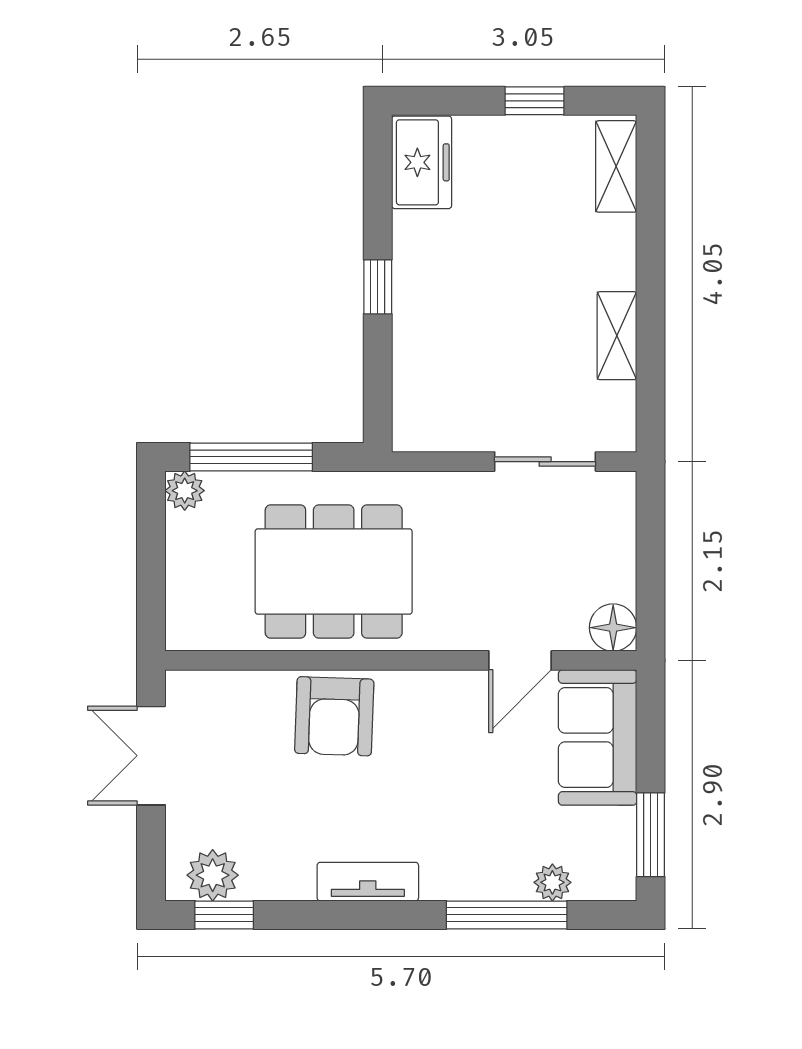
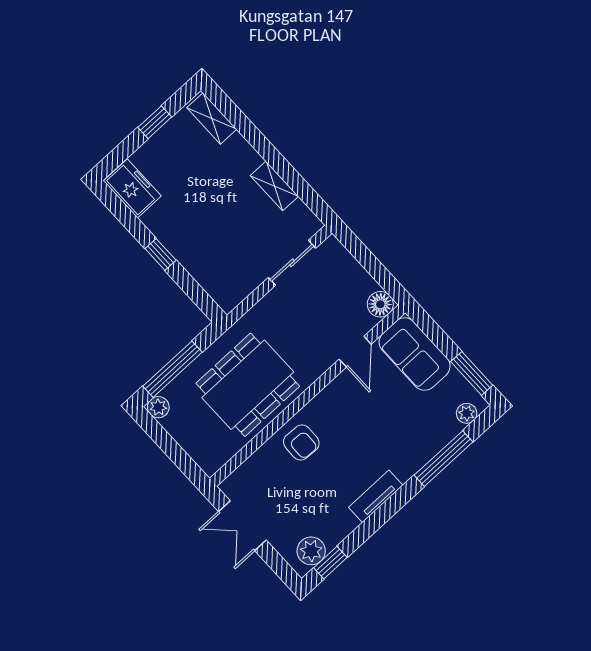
armchair: (334, 716) -> (301, 442), width x0.72, depth x0.72
plant: (552, 882) -> (467, 413), moved

